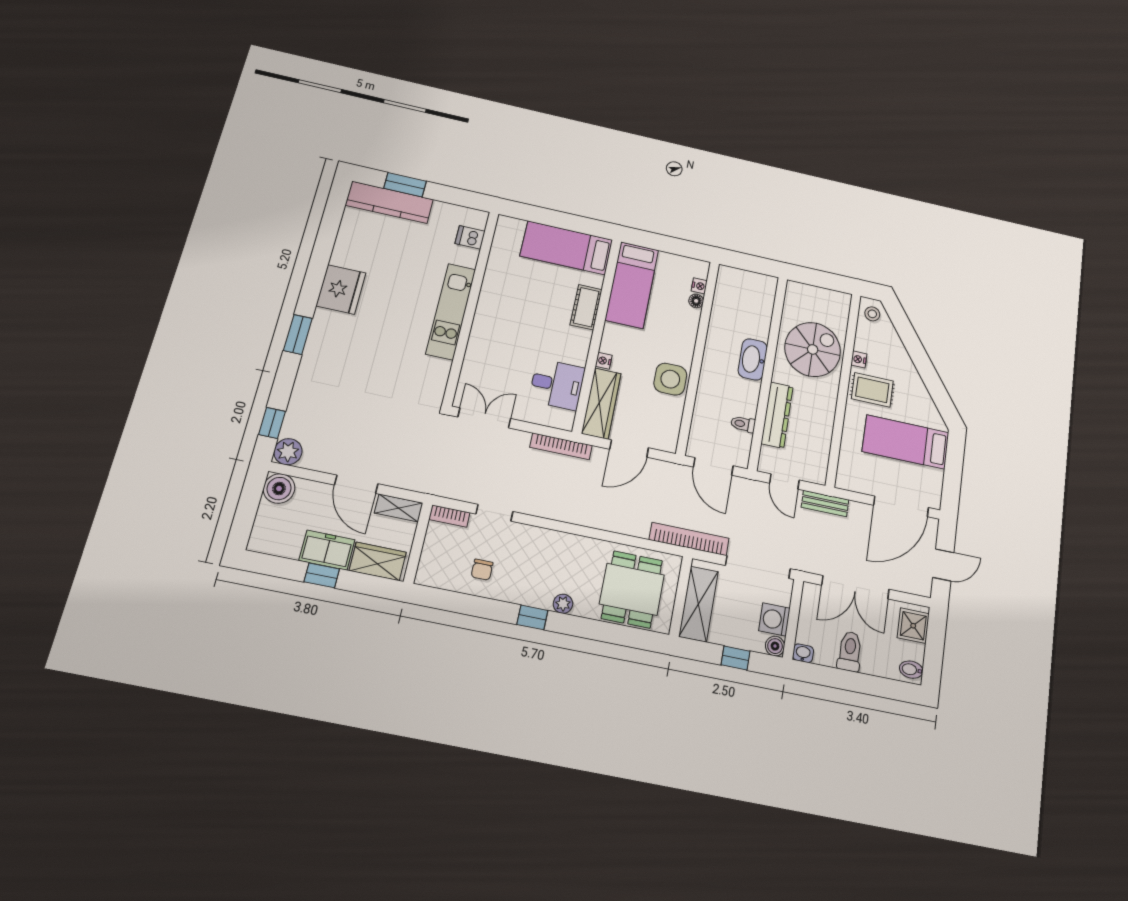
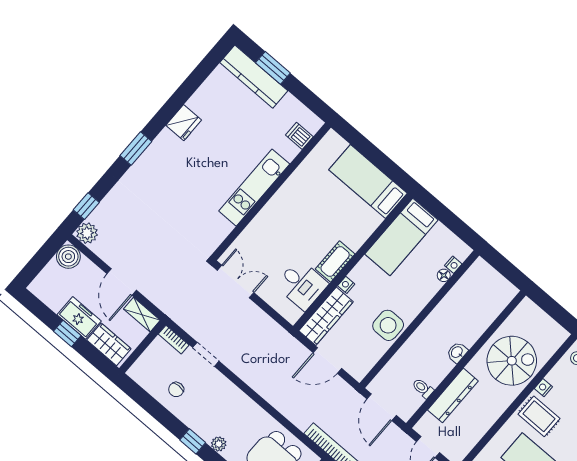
fridge: (341, 289) -> (184, 123), width x0.73, depth x0.75
cot: (586, 307) -> (335, 261), moved
washbasin: (753, 359) -> (457, 352), width x0.52, depth x0.69
bookcase: (561, 446) -> (279, 332), removed

